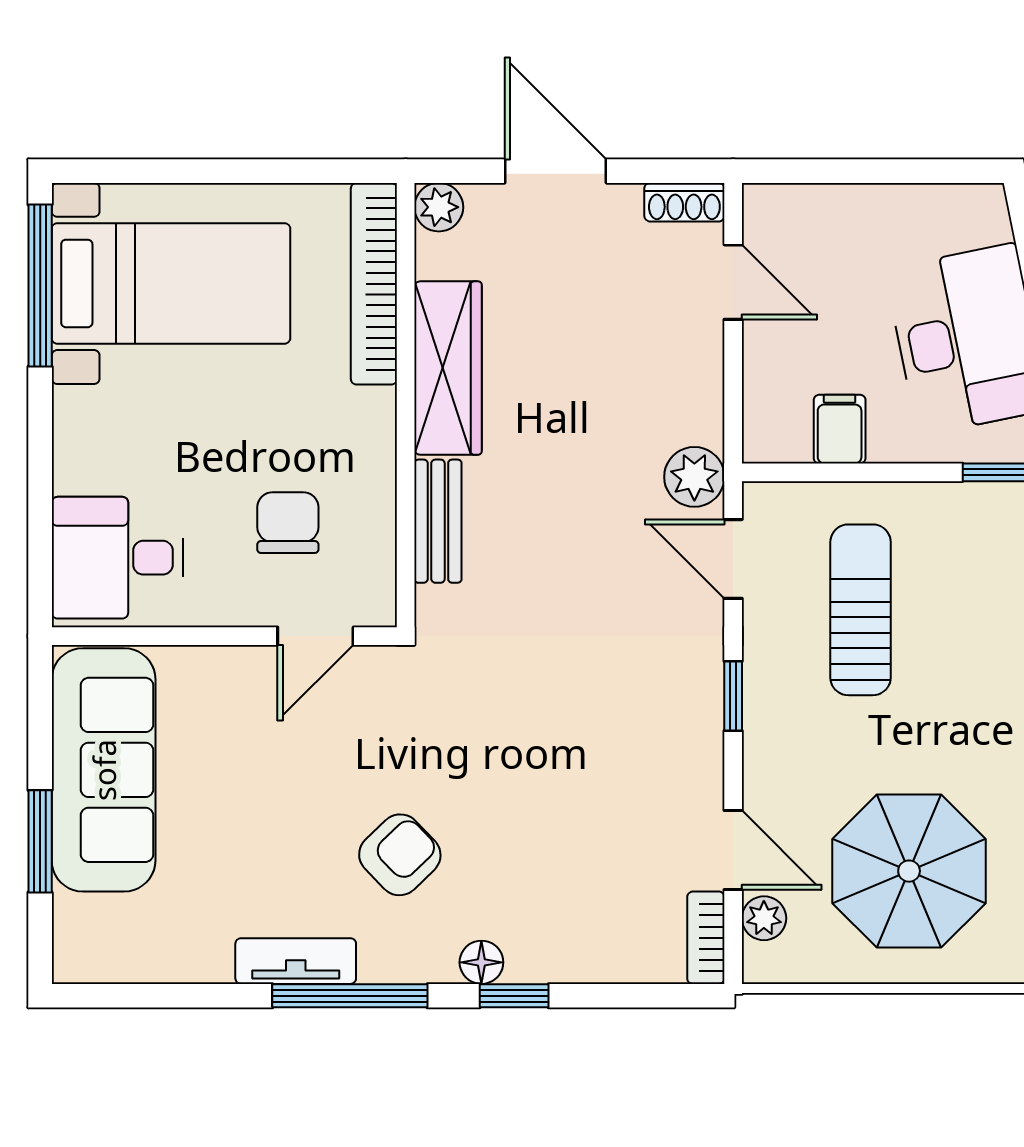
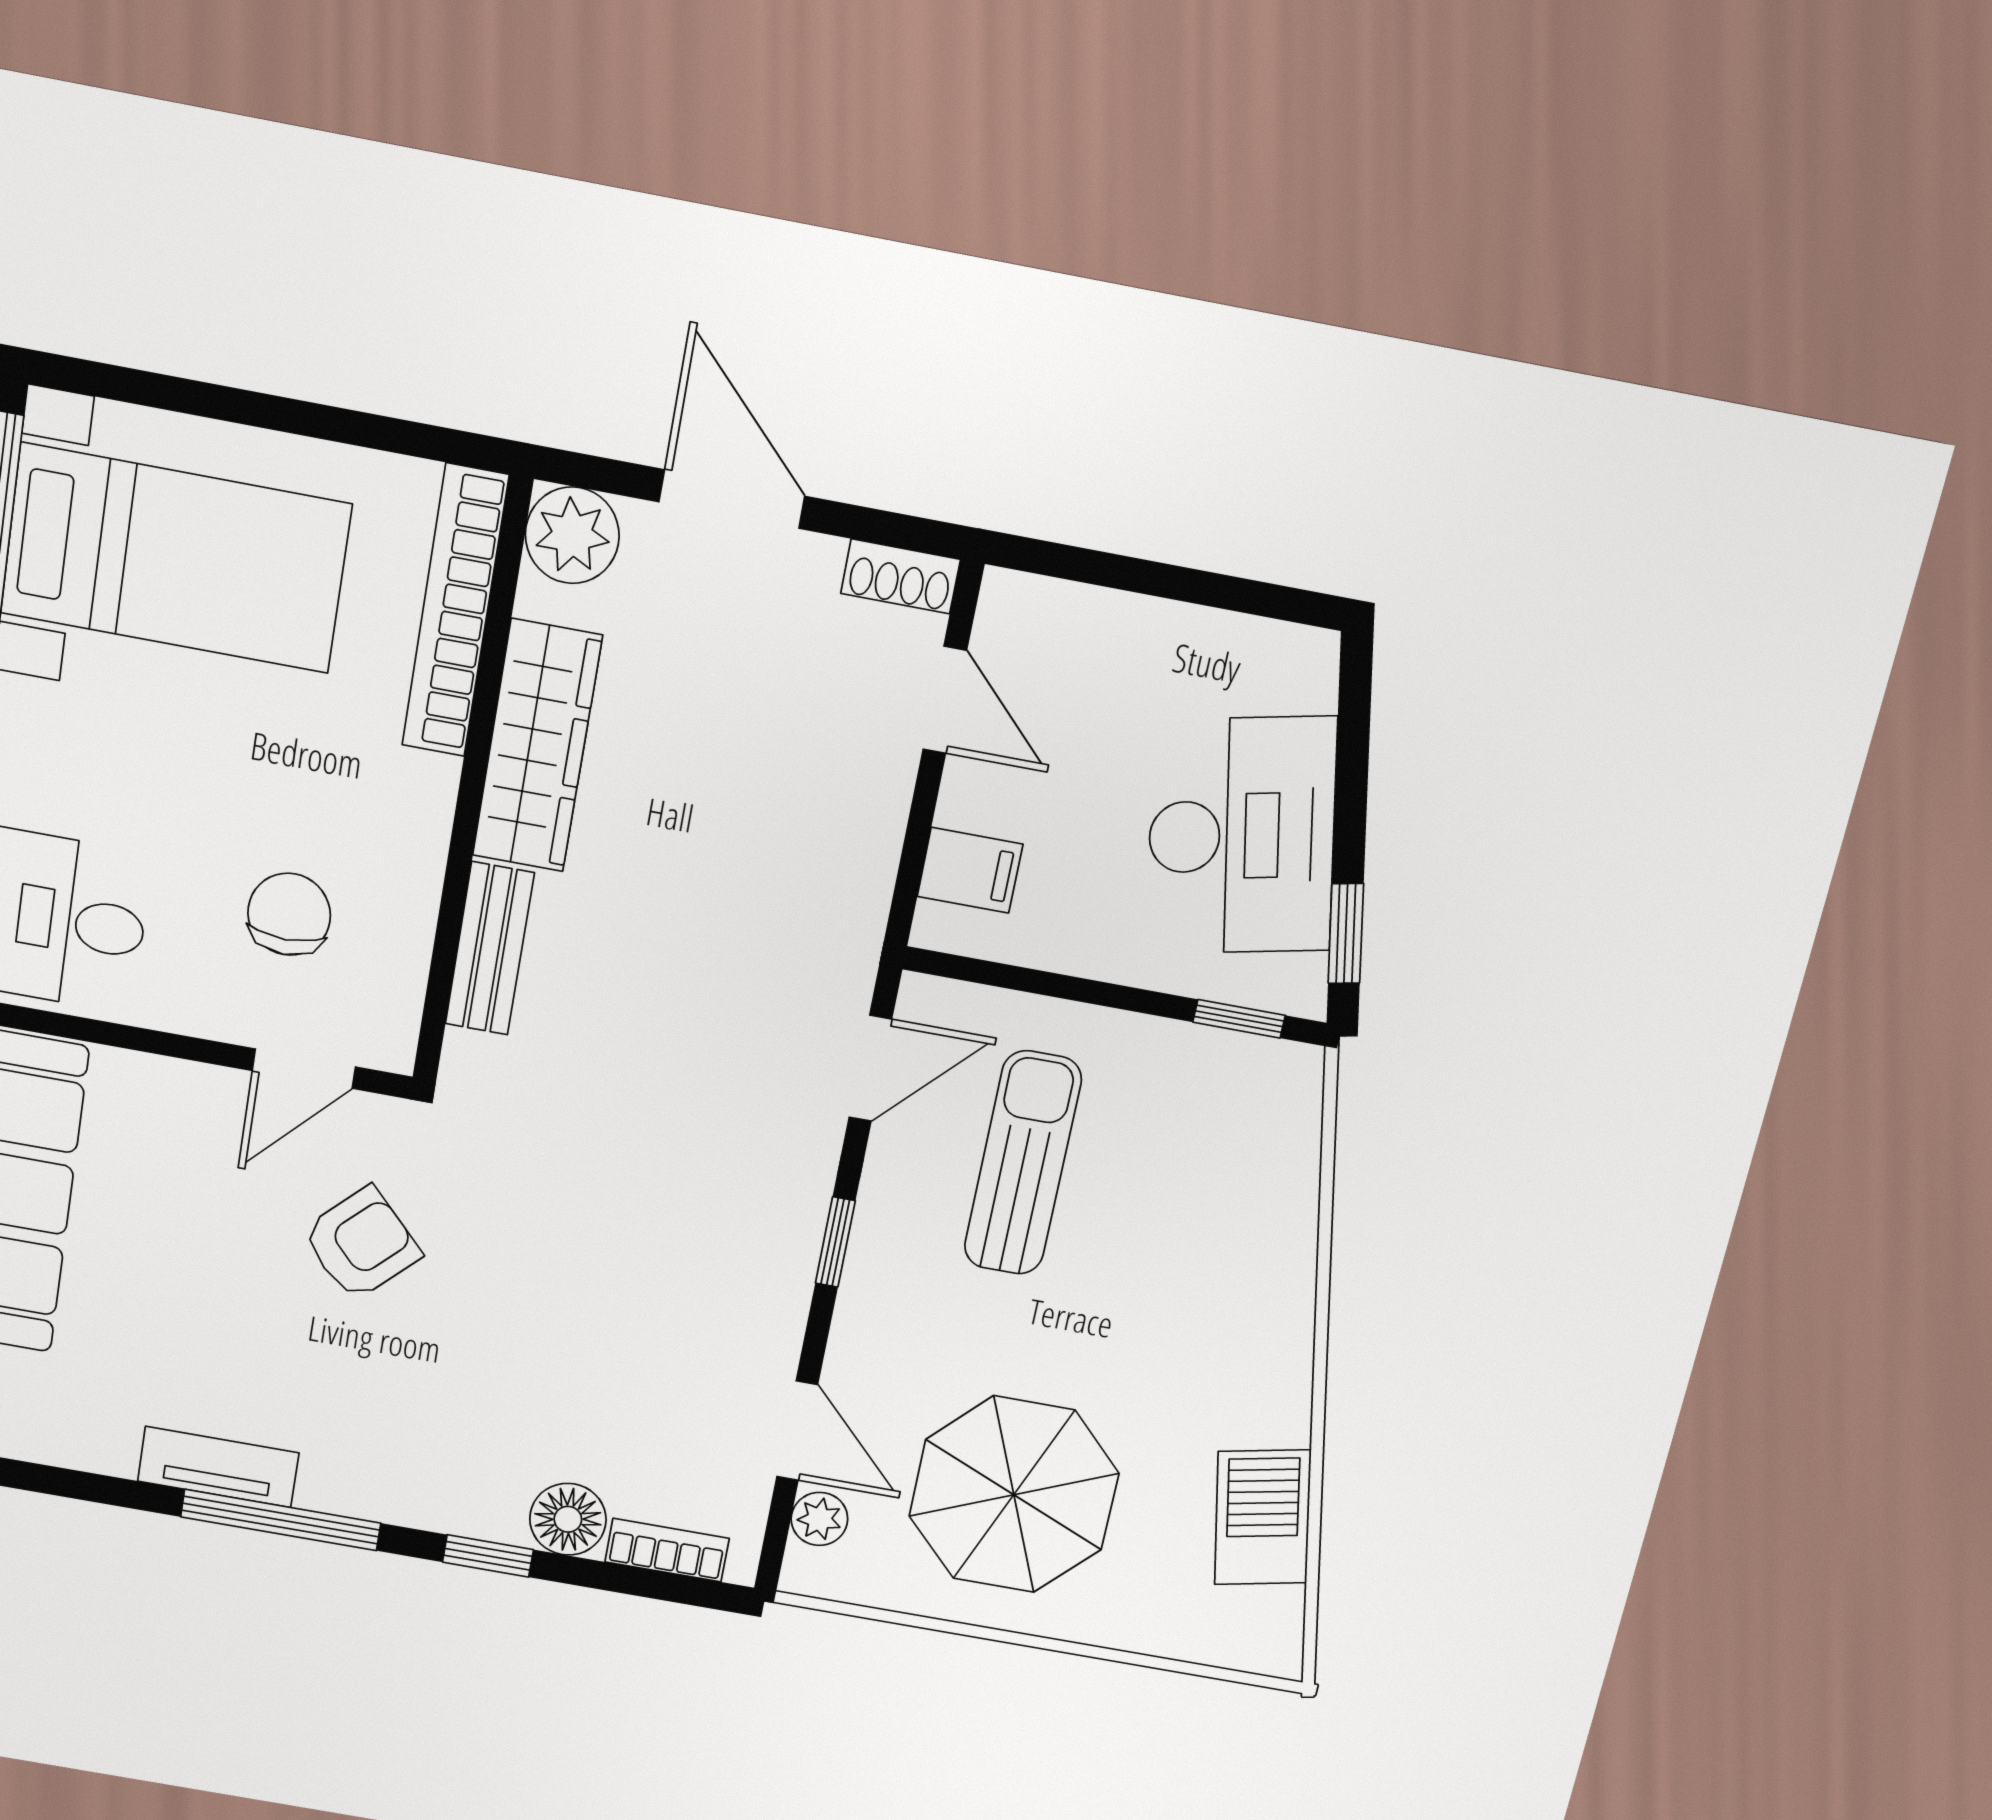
plant: (439, 207) -> (572, 535), width x1.38, depth x1.38
filing cabinet: (840, 429) -> (970, 870), moved, turned 90
plant: (694, 477) -> (841, 952), removed
door: (733, 559) -> (870, 1068), swing flipped
armchair: (400, 855) -> (361, 1244), moved
bookcase: (706, 938) -> (667, 1550), moved, turned 90
floor lamp: (481, 962) -> (568, 1519), moved, width x1.37, depth x1.37

